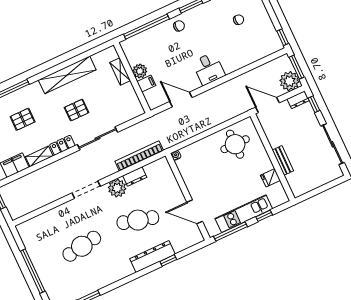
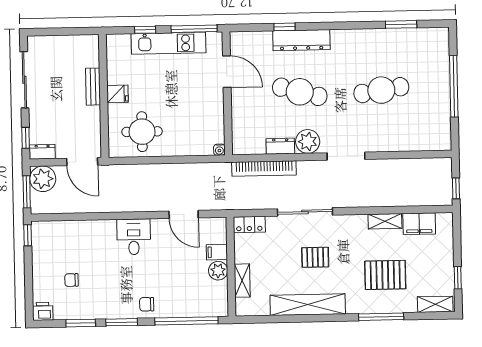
pallet: (23, 119) -> (385, 275), width x1.50, depth x1.42
locker: (62, 145) -> (249, 224), moved
fridge: (271, 178) -> (118, 94), moved

